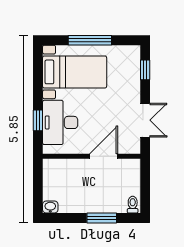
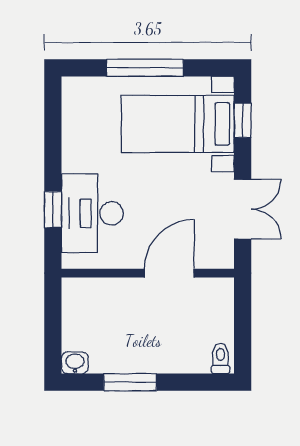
bed with nightstands: (75, 72) -> (178, 124), moved, turned 180
window: (102, 218) -> (130, 382), moved

